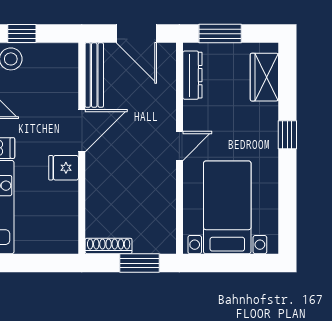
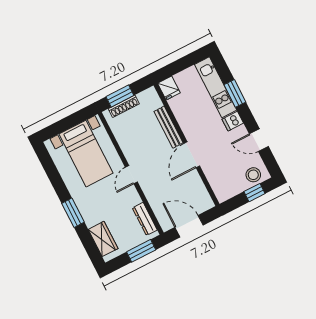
bench: (94, 75) -> (169, 127), moved
window: (287, 135) -> (73, 213), width x1.50
fridge: (64, 168) -> (169, 88), moved, turned 90
shoe rack: (109, 246) -> (124, 106), moved

